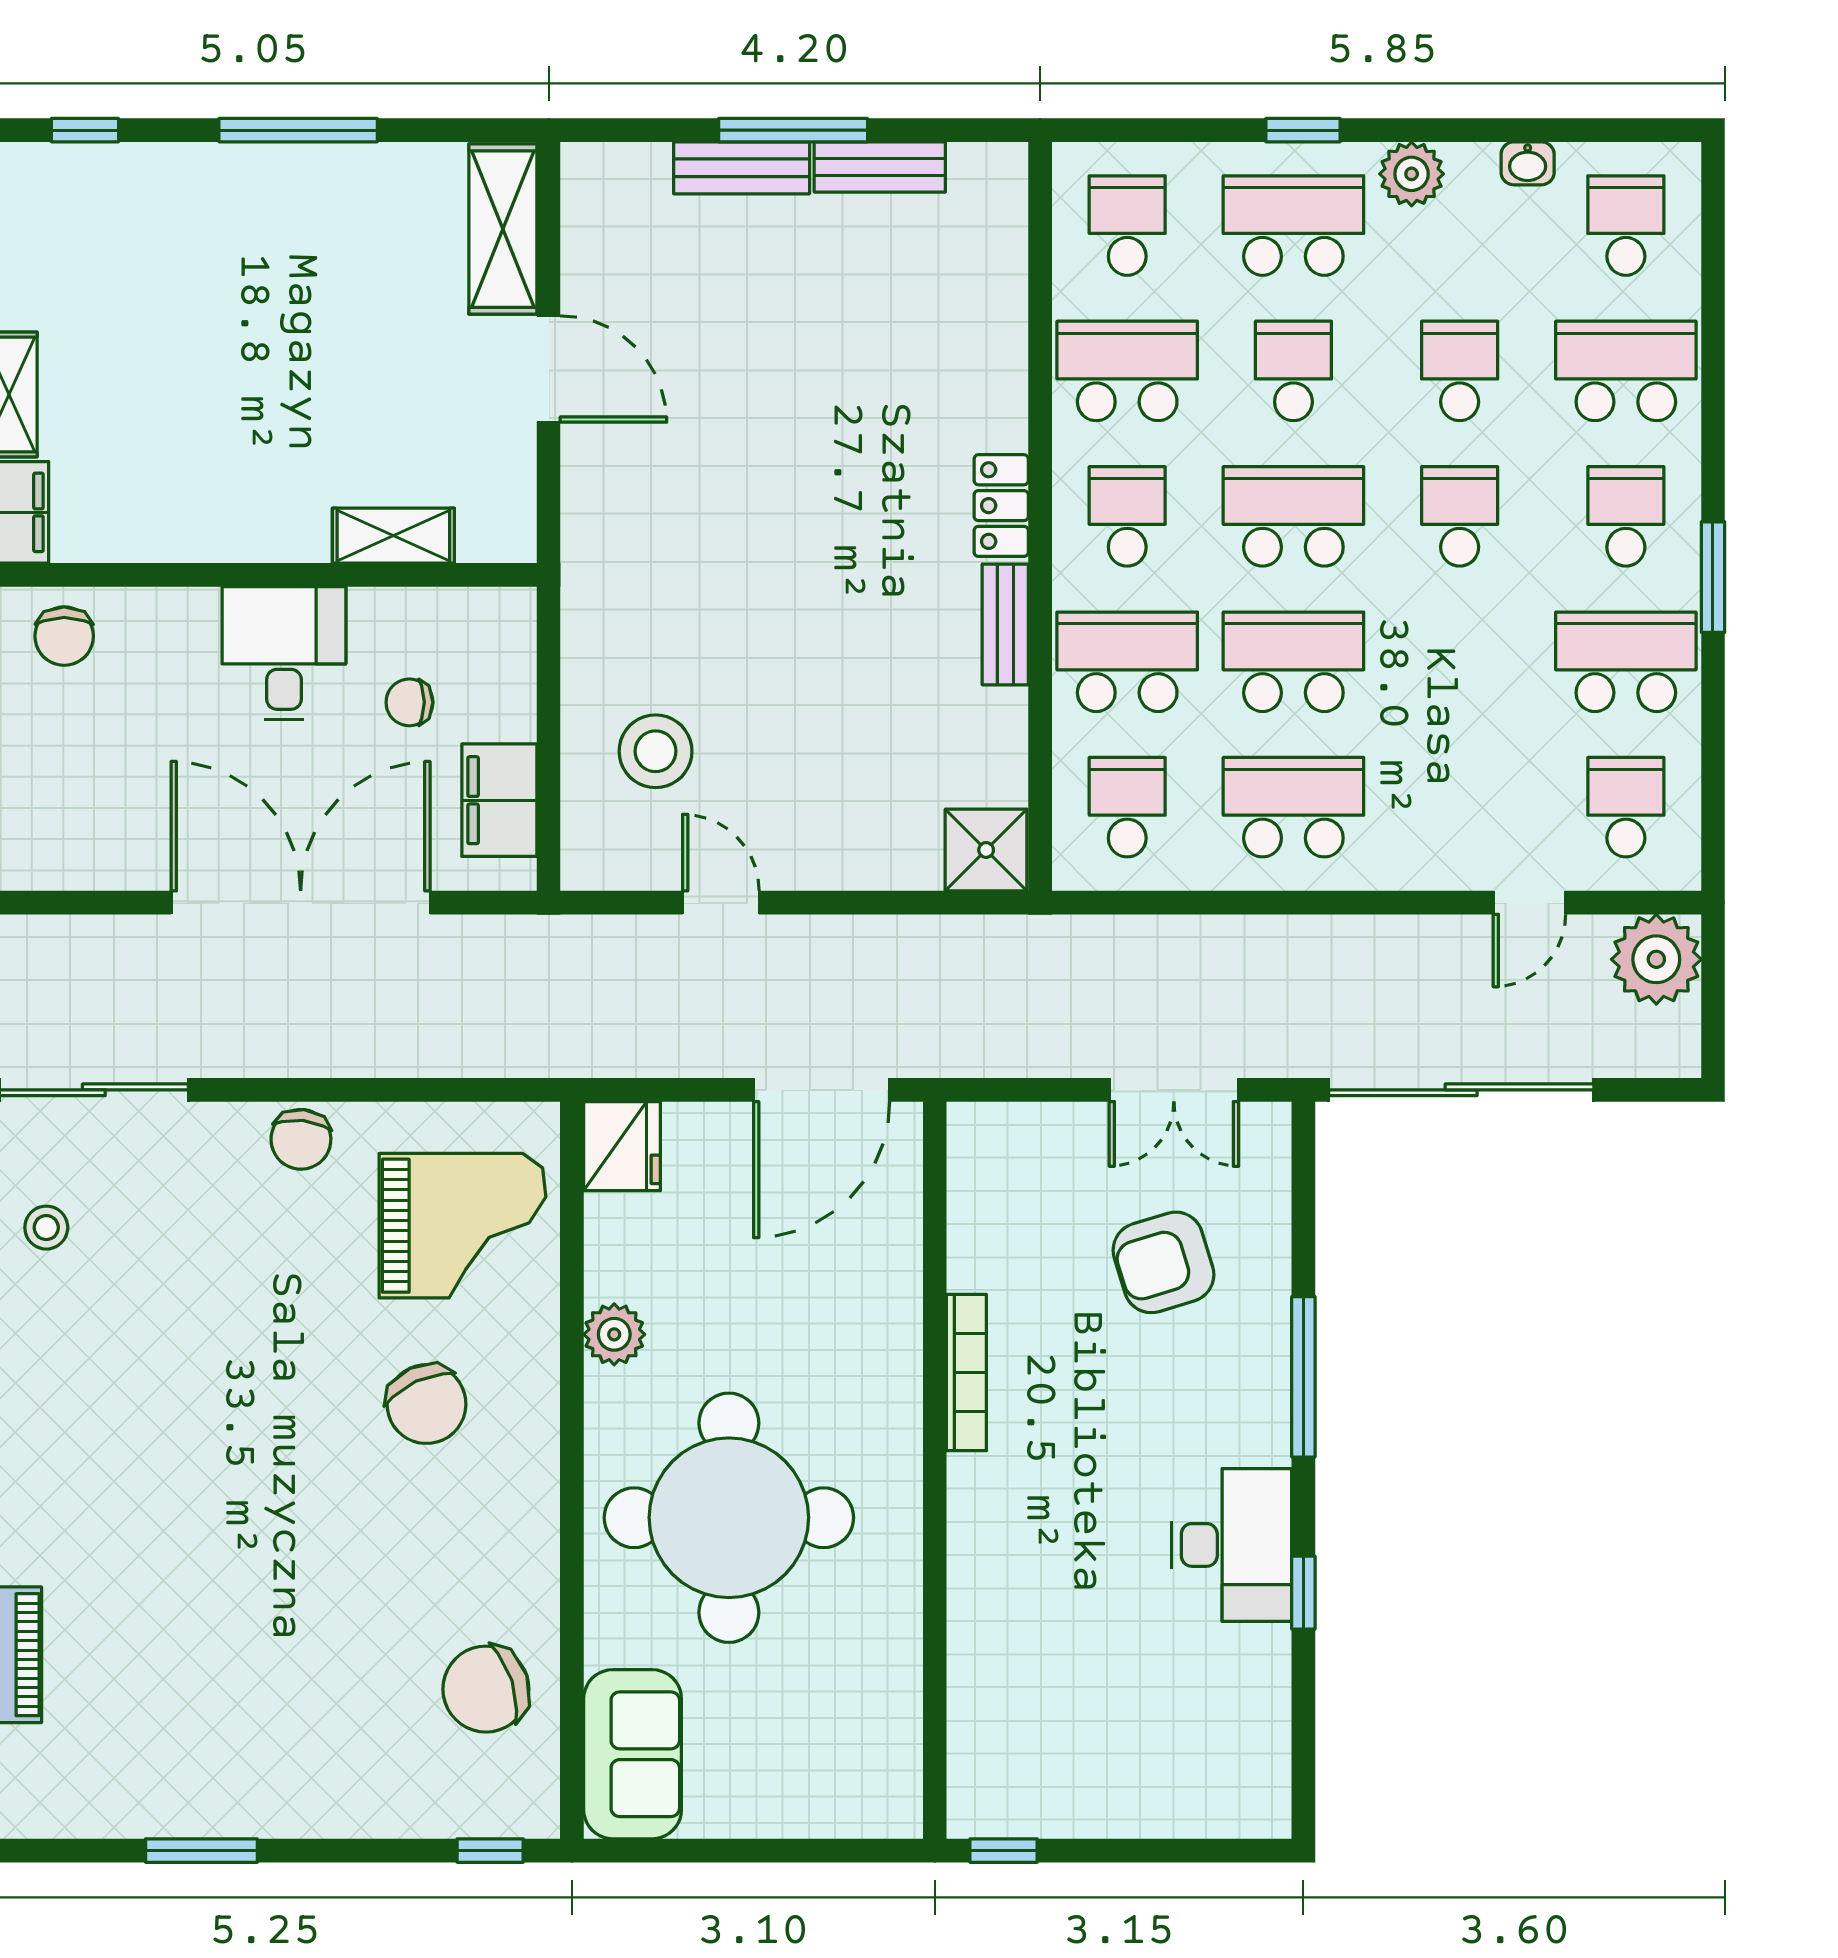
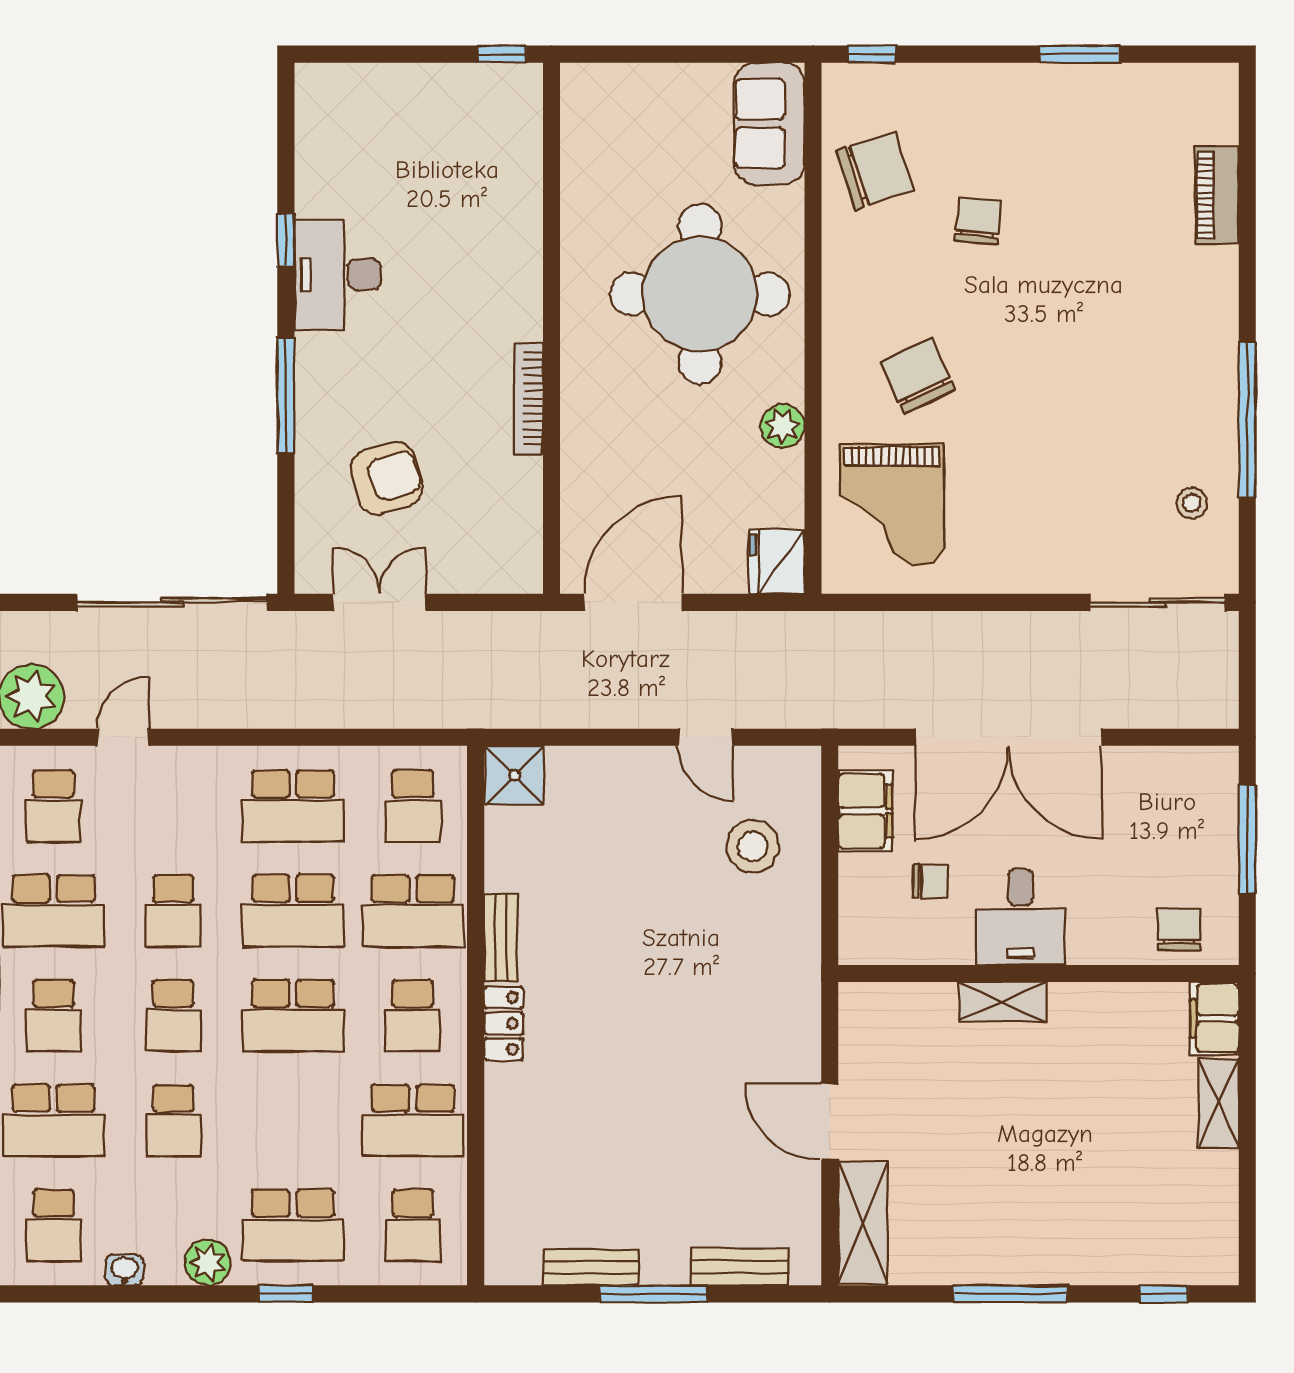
bench: (742, 168) -> (739, 1267), moved
school desk: (1293, 371) -> (173, 911), moved
shelving: (393, 536) -> (1003, 1002), moved
chair: (301, 1139) -> (978, 221), moved
grand piano: (462, 1226) -> (892, 504), turned -90

